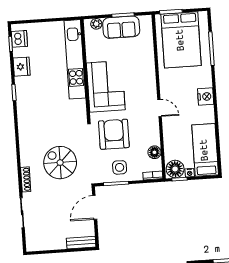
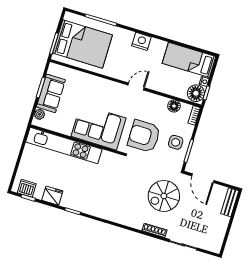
spiral stairs: (60, 163) -> (164, 196), moved

